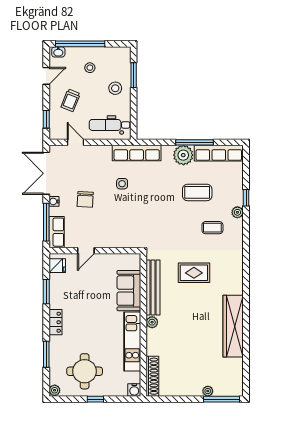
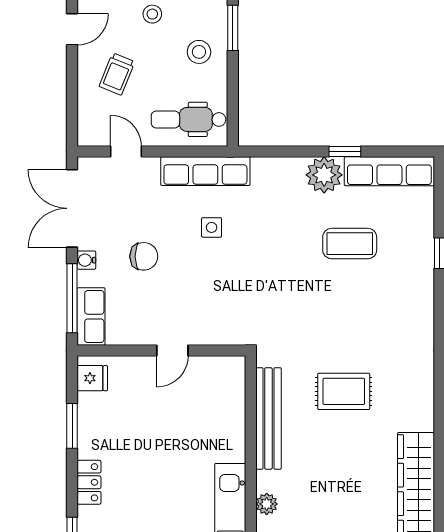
window: (46, 119) -> (72, 109), removed
window: (195, 142) -> (345, 152), width x0.46
row of seats: (137, 153) -> (205, 171), moved
chair: (85, 199) -> (144, 256), turned -93
plant: (237, 212) -> (424, 280), removed
coffee table: (212, 228) -> (378, 308), removed
door: (86, 251) -> (172, 351), moved
sofa: (129, 291) -> (224, 424), removed
plant: (152, 322) -> (267, 504), moved

